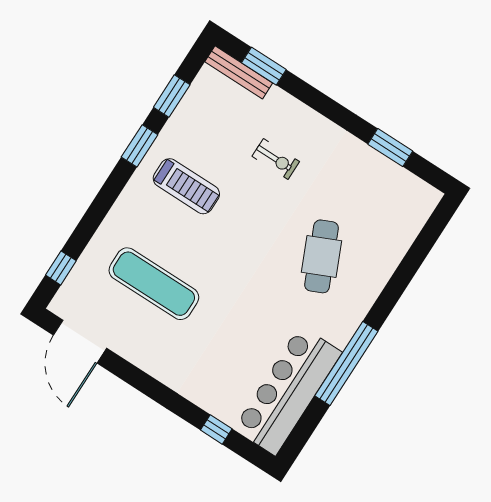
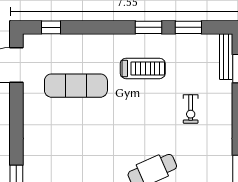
treadmill: (186, 186) -> (143, 68), turned -90
exercise mat: (154, 284) -> (76, 86), turned 90

